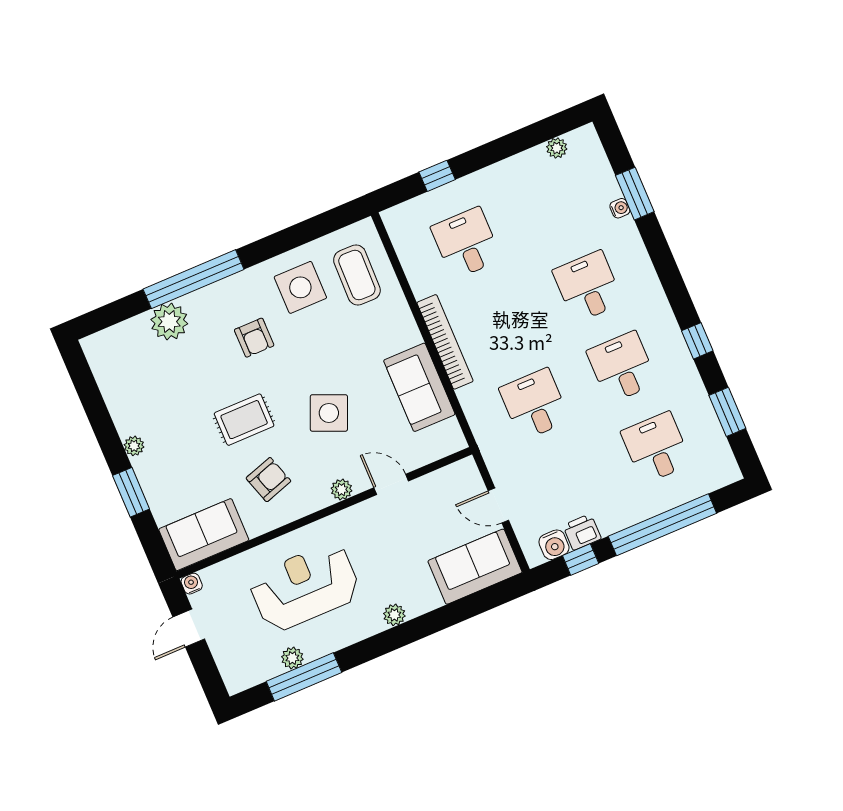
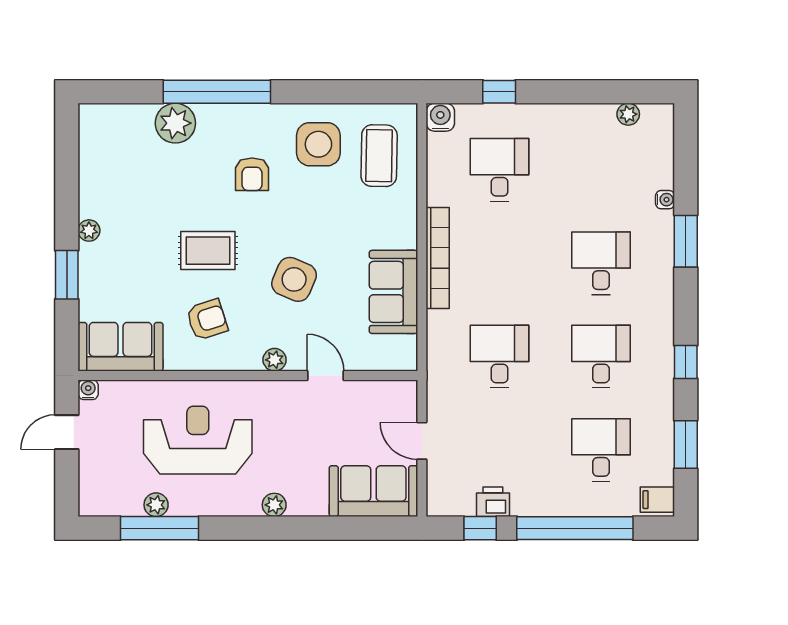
window: (635, 194) -> (686, 241), moved
filing cabinet: (723, 470) -> (657, 500), added
water cooler: (554, 545) -> (440, 117), moved, turned 180

